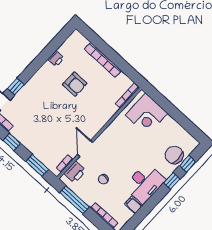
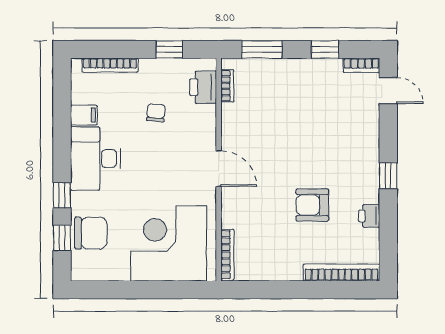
bookcase: (103, 60) -> (341, 273), moved
window: (16, 87) -> (388, 176), moved
corner desk: (146, 114) -> (169, 243), width x1.36, depth x1.36
door: (85, 148) -> (219, 169), moved
window: (74, 200) -> (169, 49), width x0.46

